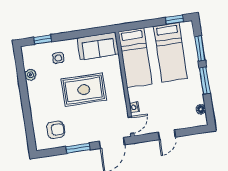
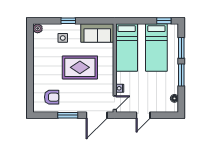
window: (43, 40) -> (68, 21), moved
plant: (30, 75) -> (38, 28), moved

